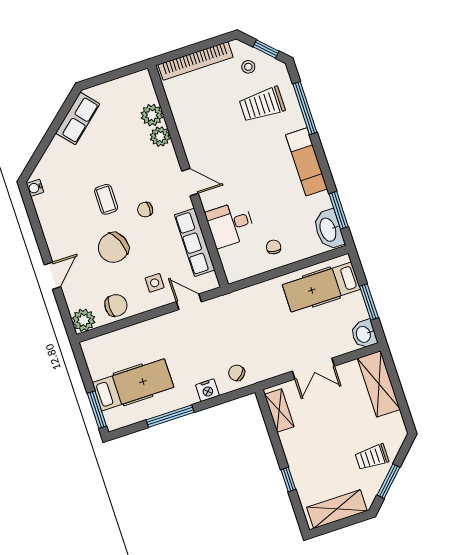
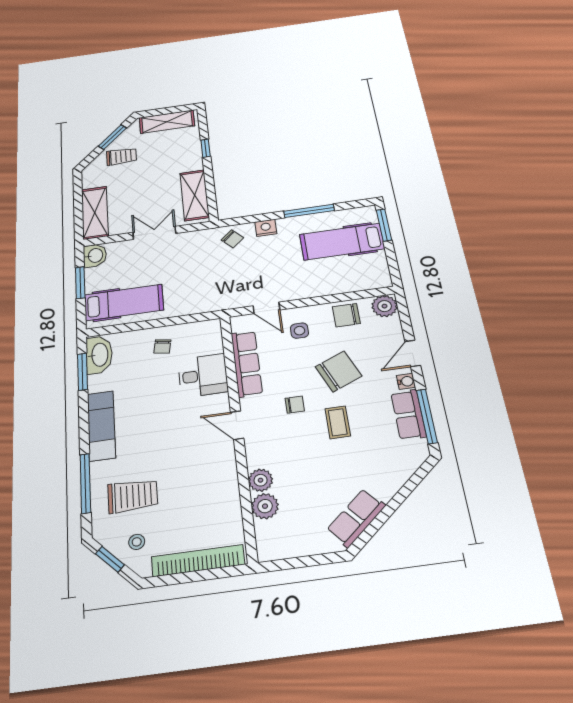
water cooler: (35, 188) -> (406, 381), moved
row of seats: (49, 216) -> (408, 415), added
window: (33, 217) -> (427, 416), added
shelving: (279, 411) -> (195, 195), width x1.50, depth x1.33

